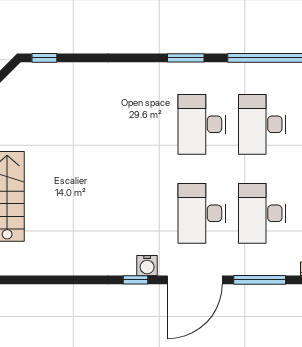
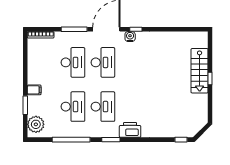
printer: (147, 77) -> (130, 130), added

